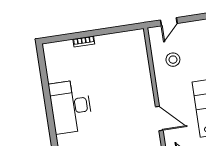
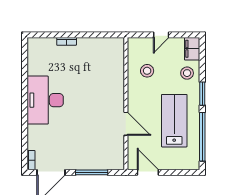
door: (169, 22) -> (161, 35), moved

